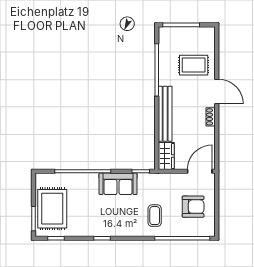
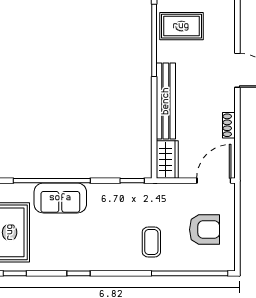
rug: (194, 65) -> (181, 26), moved
shoe rack: (211, 117) -> (229, 125), moved
sofa: (118, 184) -> (60, 198), moved

